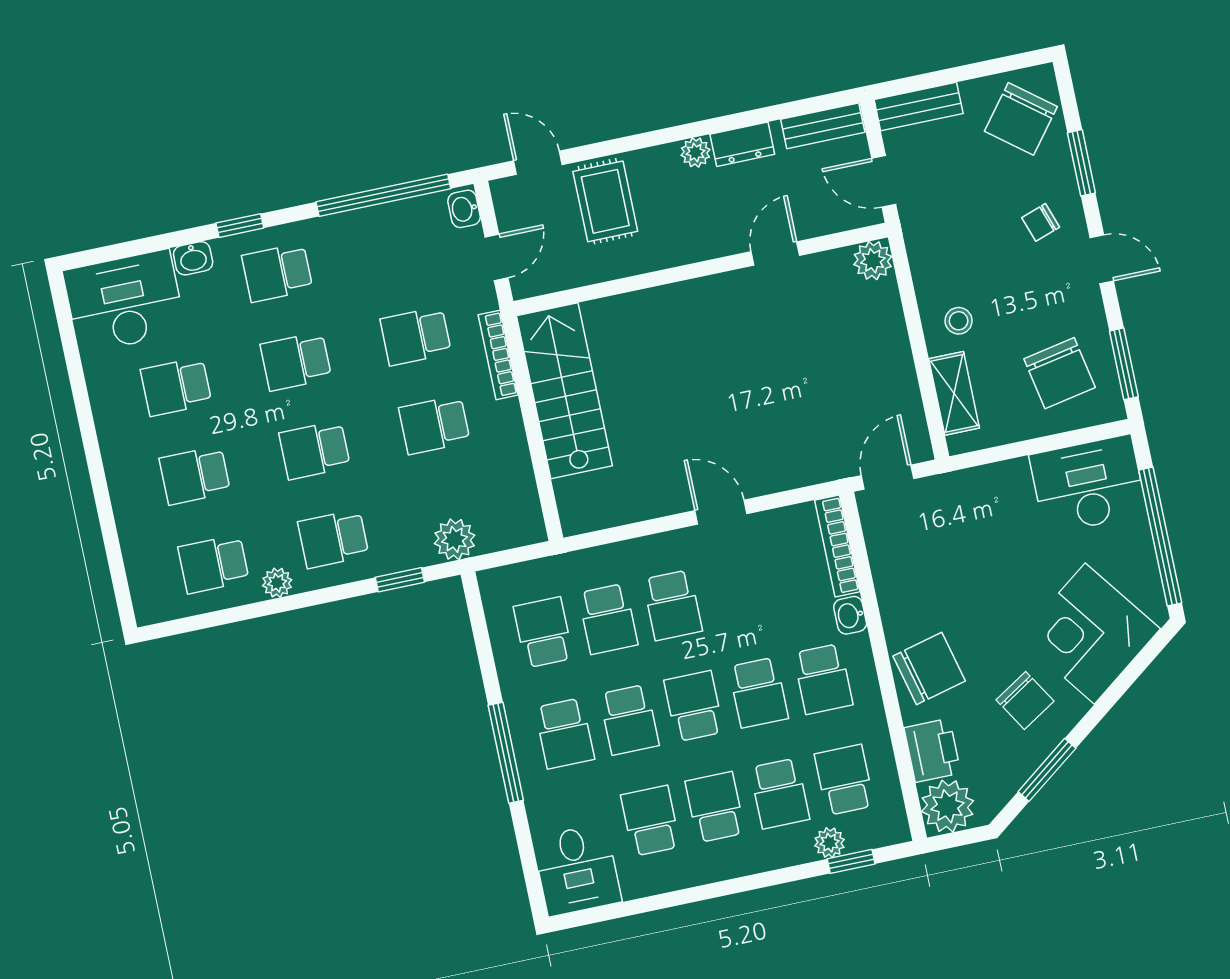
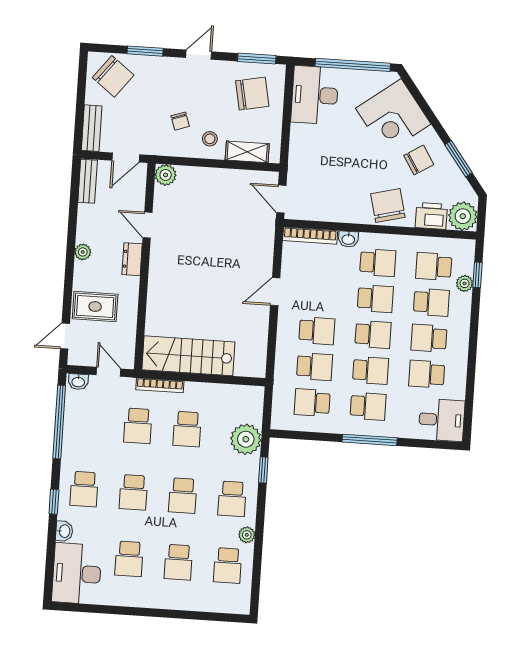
dresser: (742, 144) -> (132, 259), moved, turned 180
chair: (1041, 222) -> (180, 121), moved
plant: (455, 539) -> (246, 439), width x1.36, depth x1.36
school desk: (694, 706) -> (373, 334), turned 180

